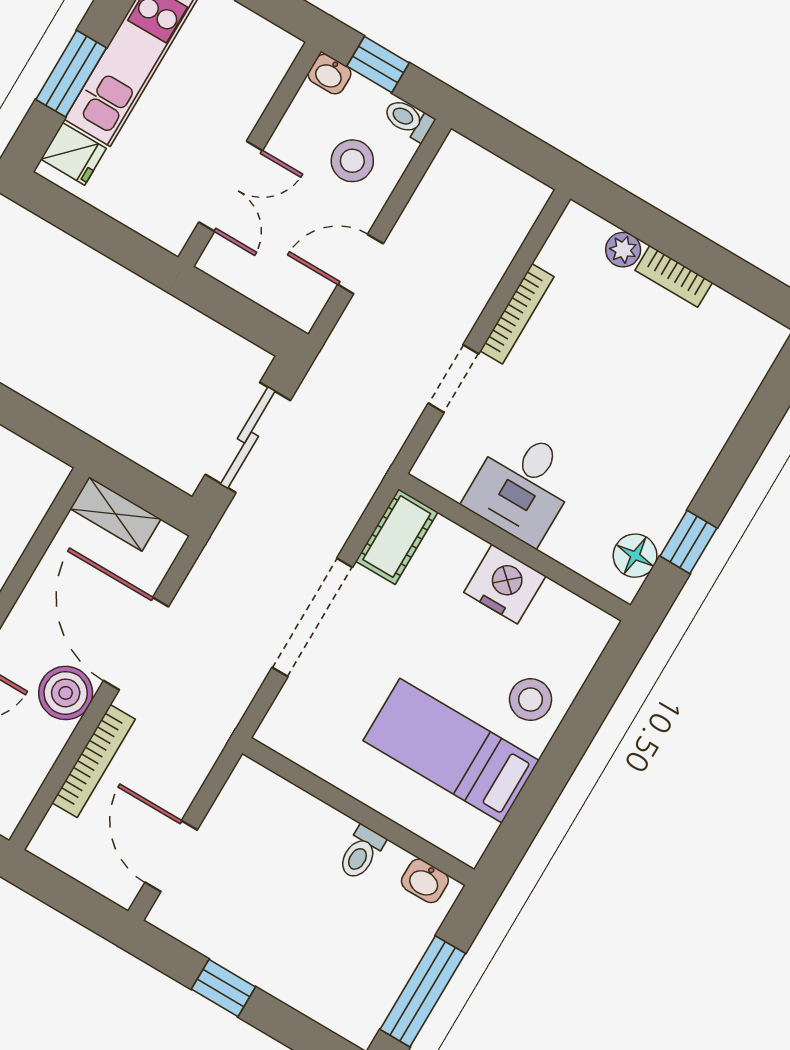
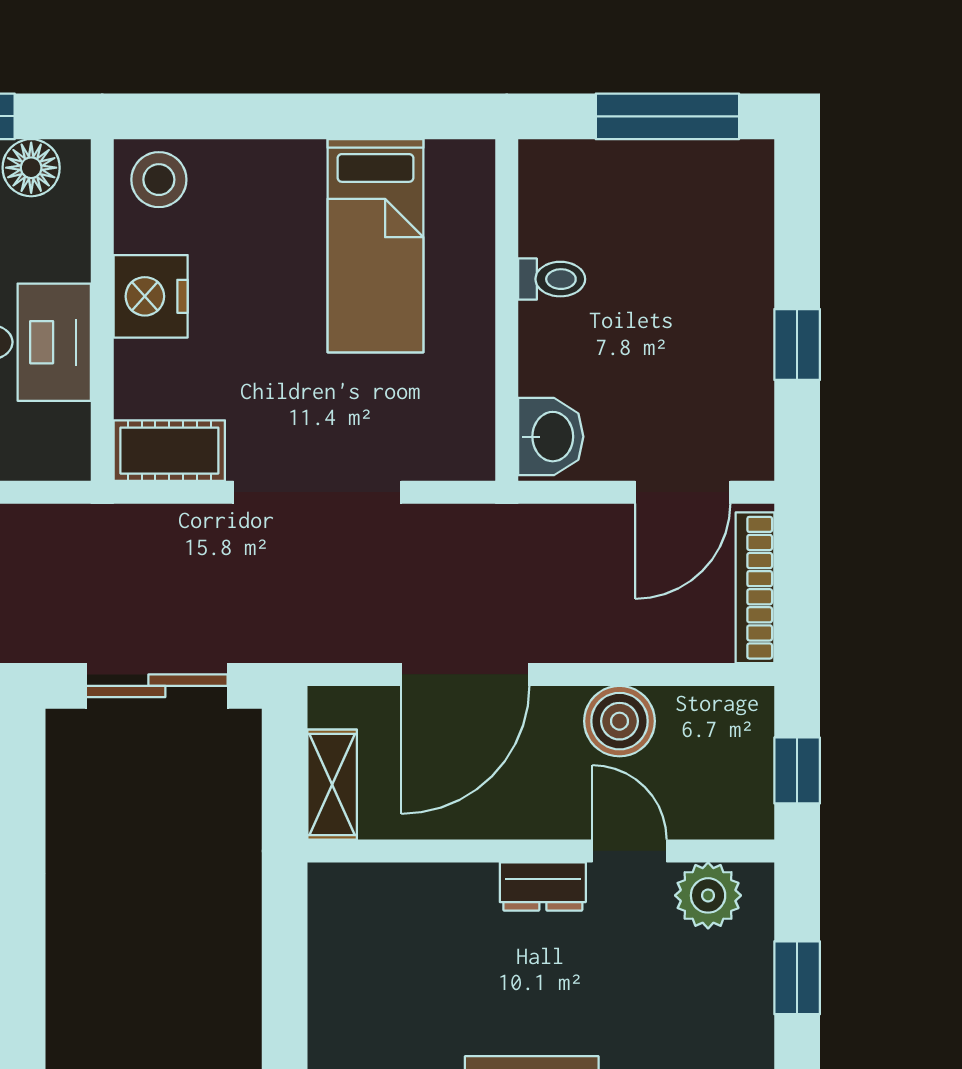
boiler: (66, 693) -> (620, 721), moved
stool: (531, 700) -> (159, 180), moved
bookcase: (94, 761) -> (755, 588), moved, turned -90
washbasin: (425, 881) -> (551, 437), moved, width x1.38, depth x1.45

